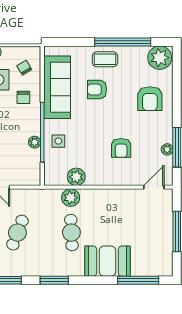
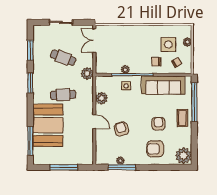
window: (123, 42) -> (194, 102), moved
armchair: (97, 90) -> (158, 124), moved
armchair: (121, 148) -> (121, 129), turned 73
door: (154, 187) -> (94, 122), moved
plant: (71, 198) -> (87, 73), moved
booth: (107, 261) -> (48, 125), width x1.36, depth x1.42

